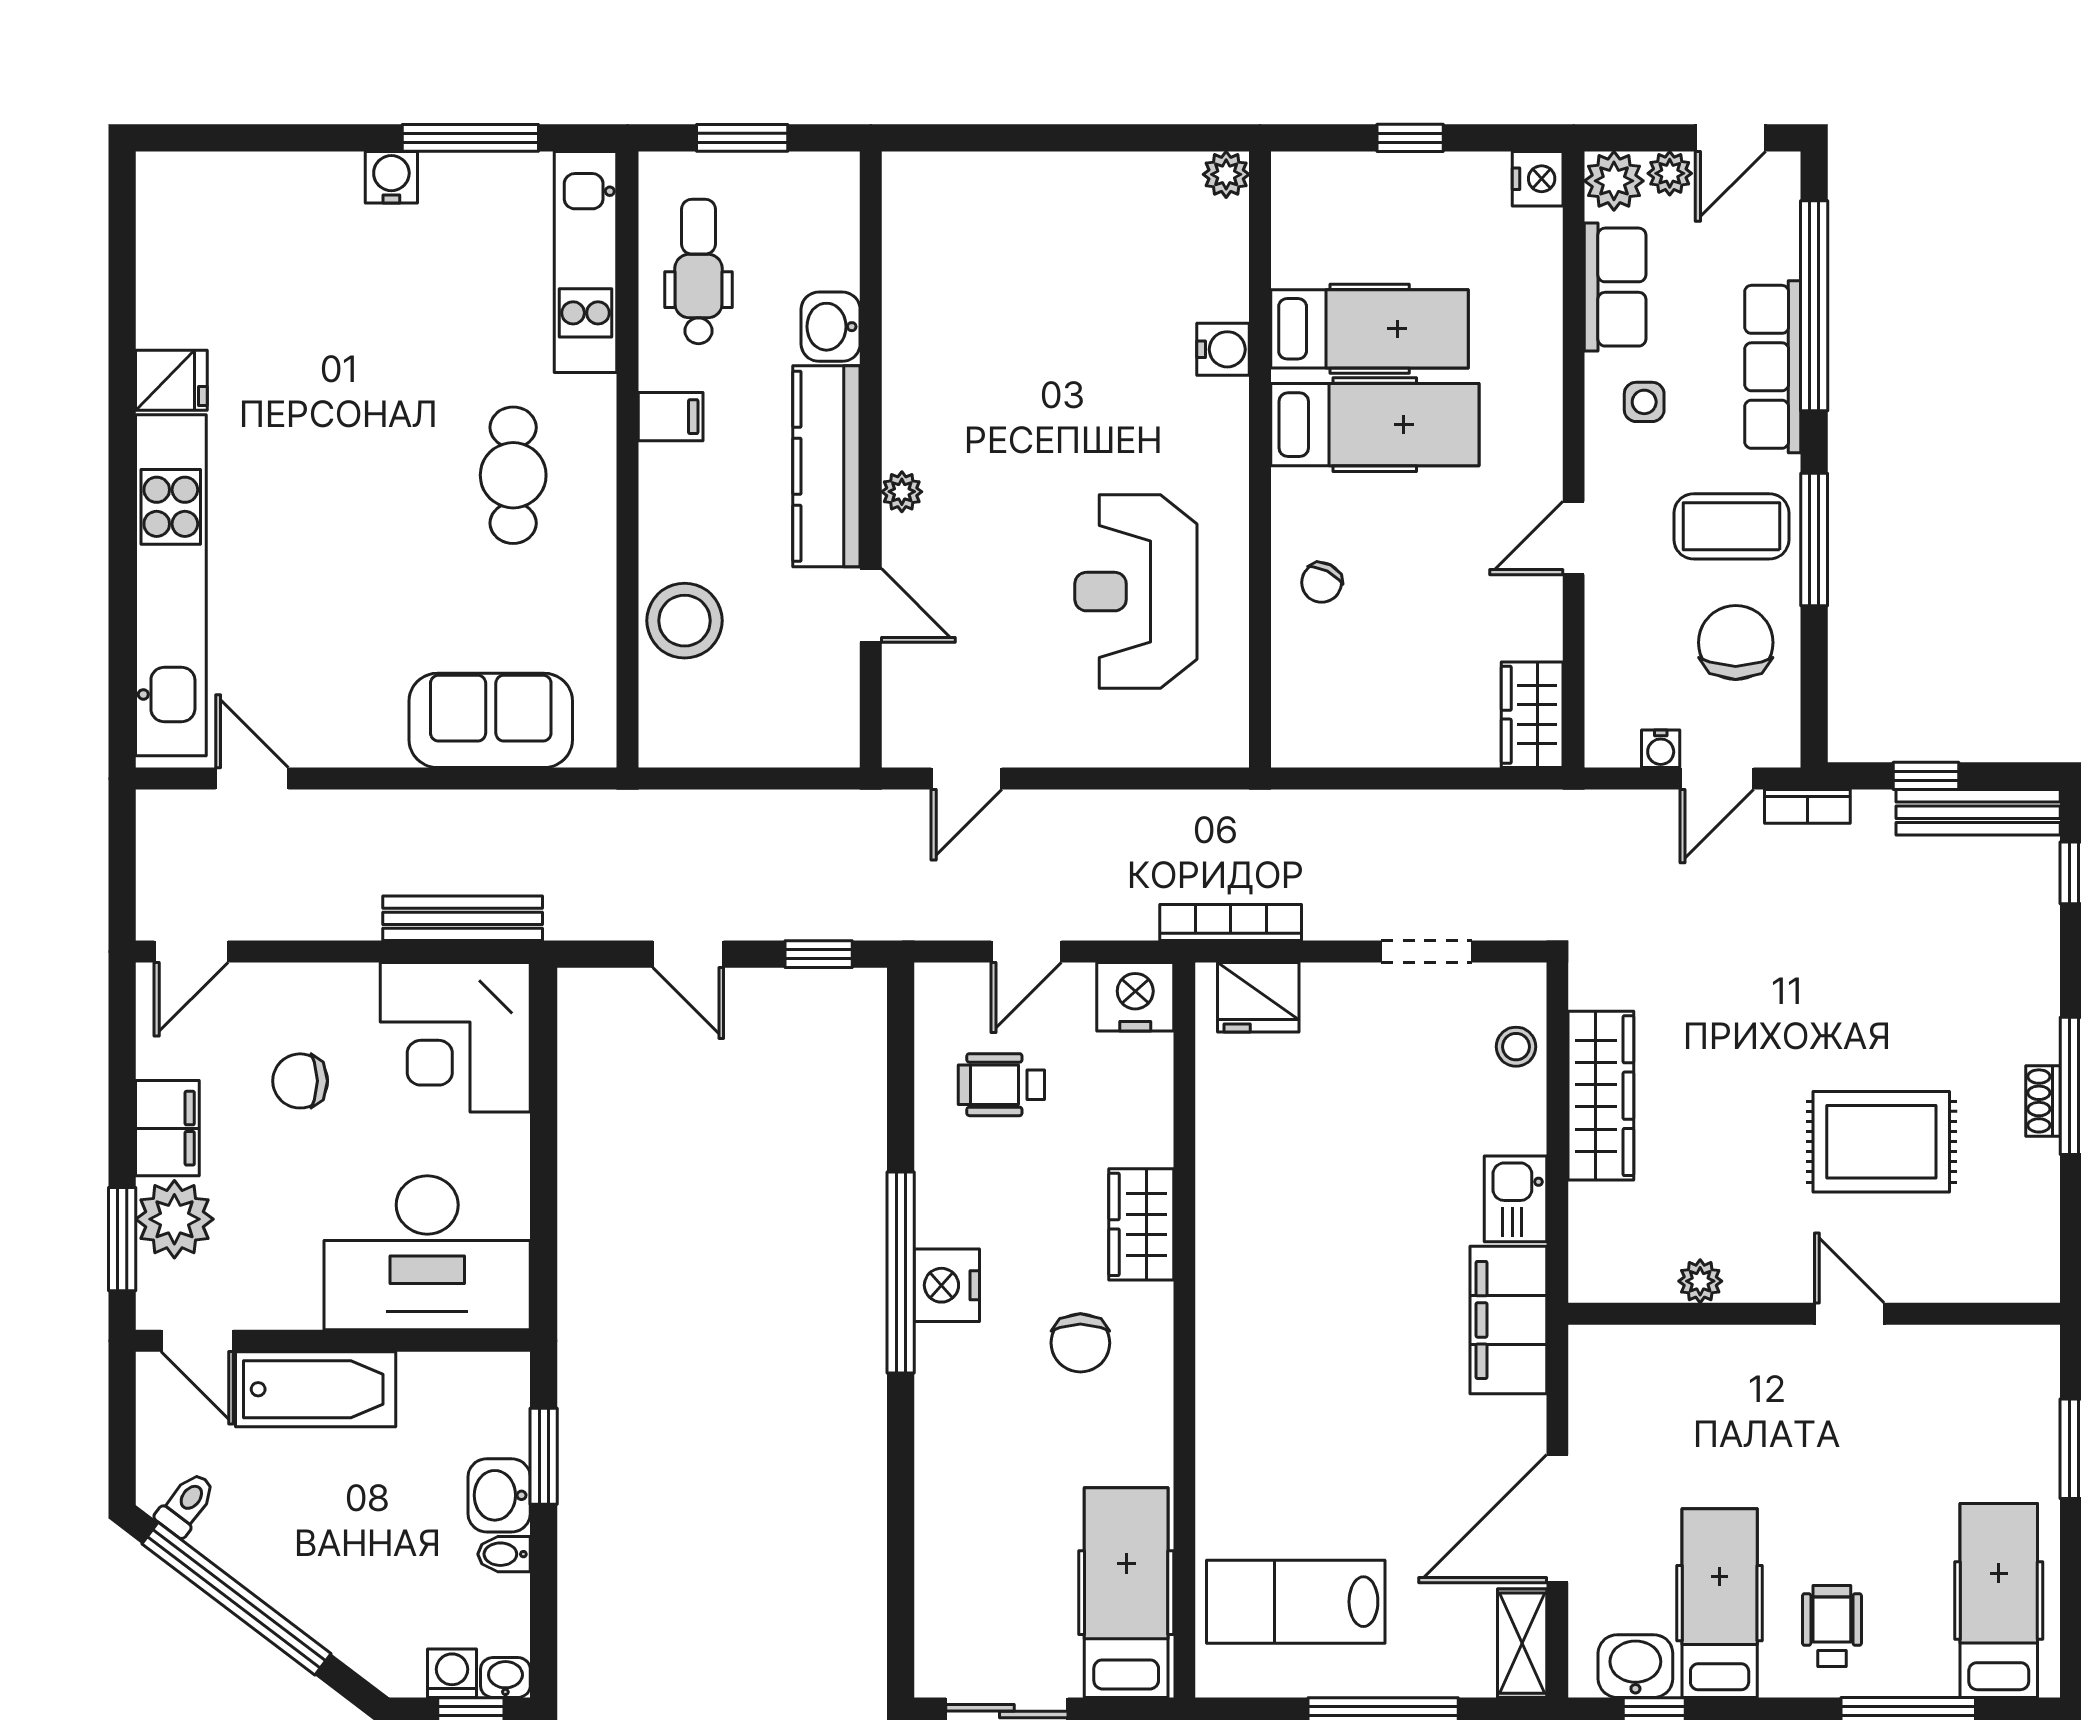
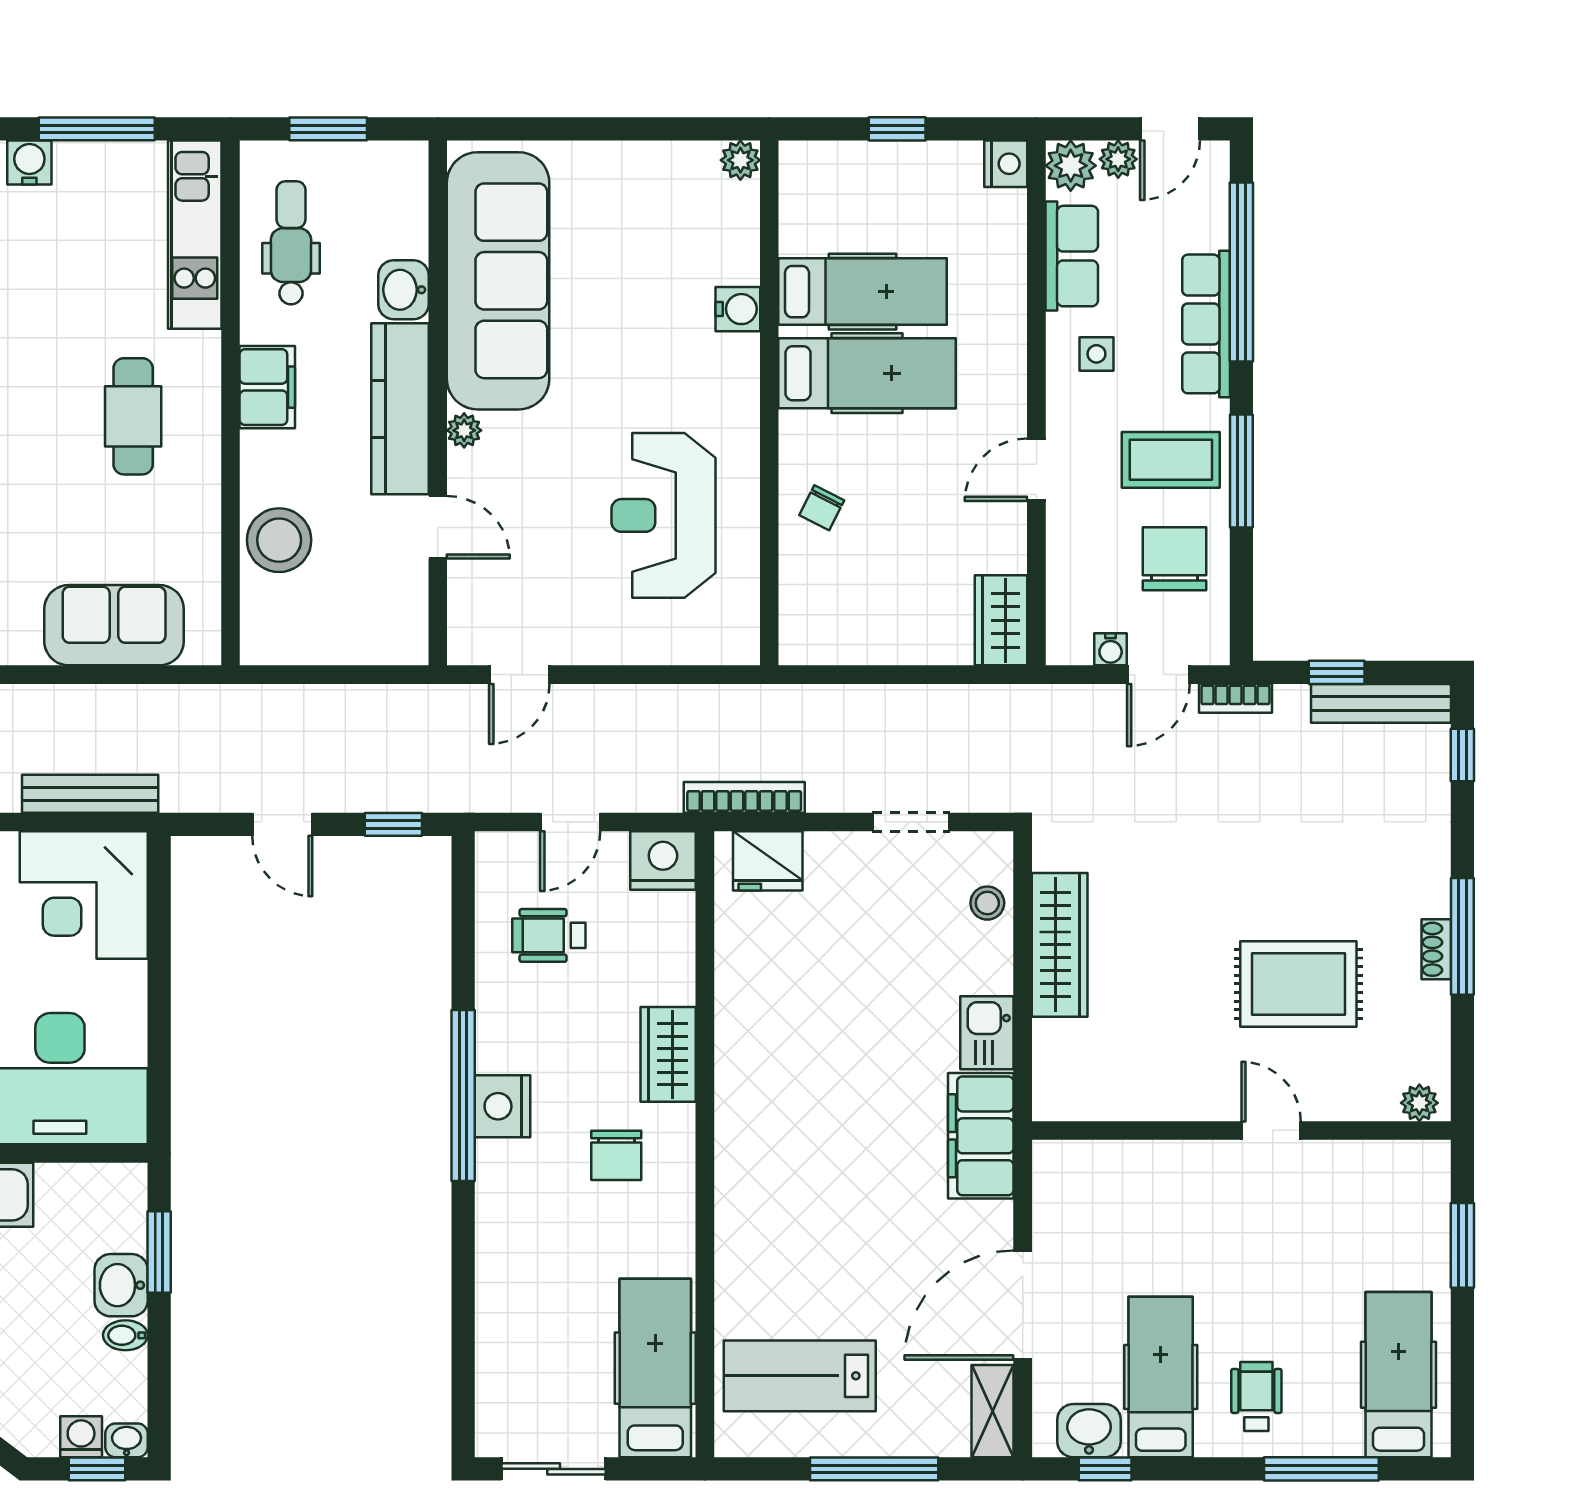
sofa: (942, 316) -> (498, 281), added
filing cabinet: (671, 417) -> (267, 387), width x2.00
plant: (1700, 1281) -> (1419, 1103), moved

